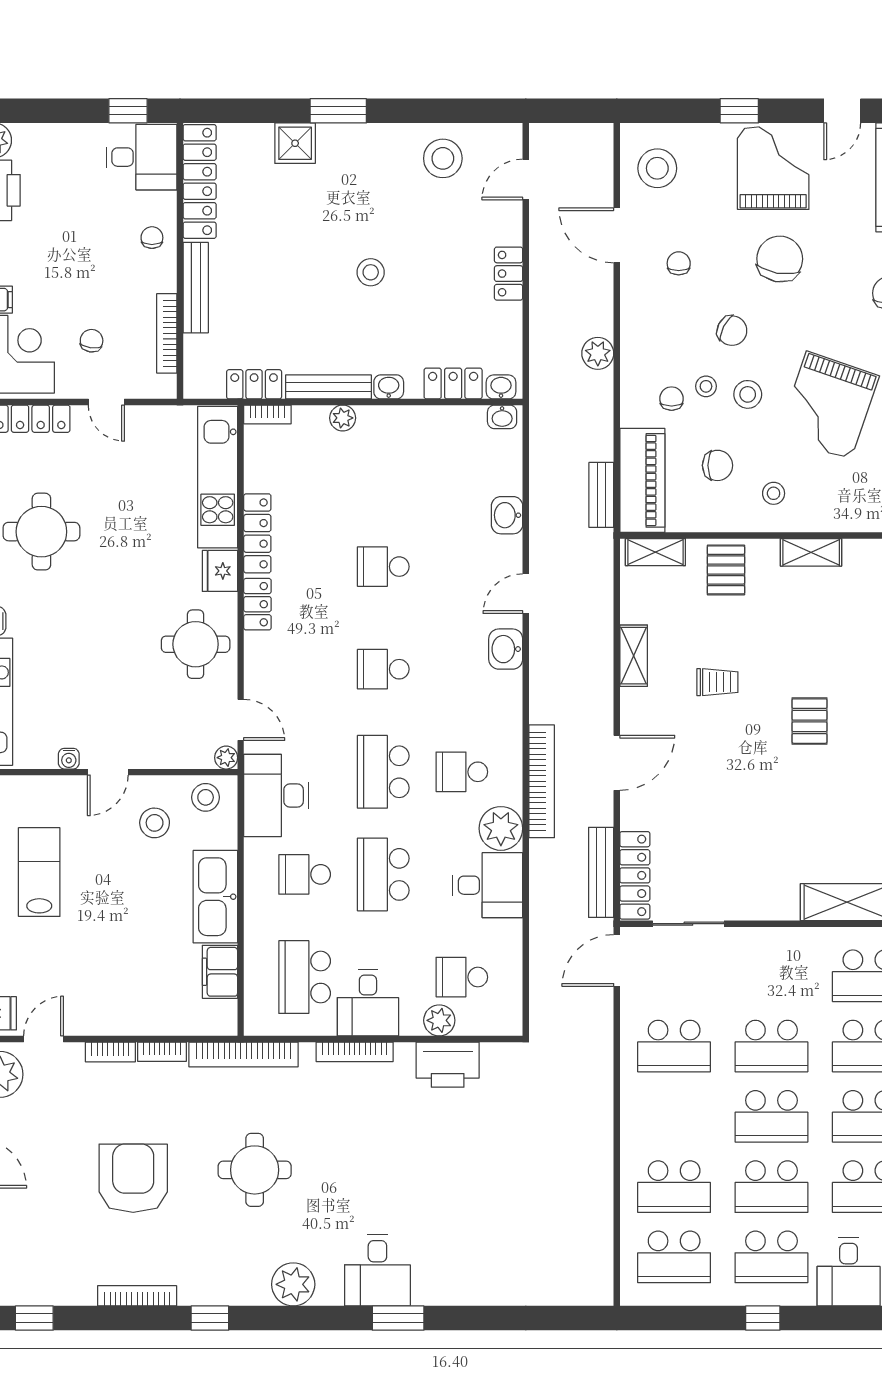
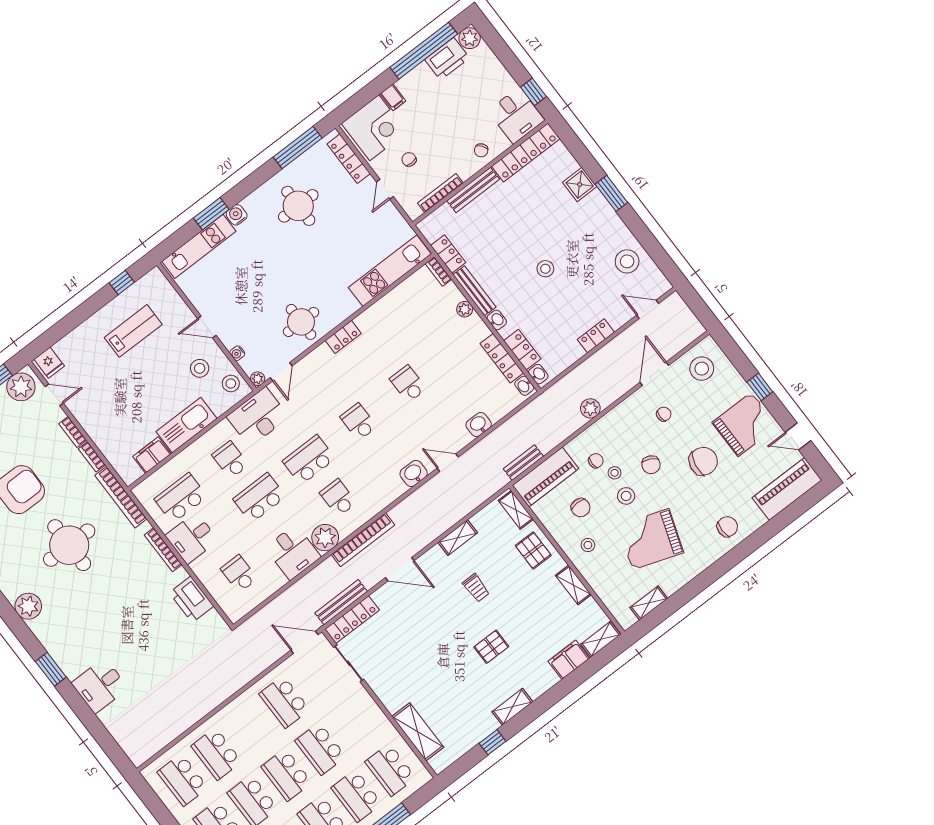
chair: (152, 238) -> (481, 150), turned 143
chair: (92, 341) -> (409, 159), turned -98
locker: (257, 533) -> (502, 358), moved, turned 90
pallet: (726, 570) -> (533, 550), turned 90
fridge: (220, 571) -> (345, 307), removed
water cooler: (69, 759) -> (237, 353), moved
plant: (439, 1020) -> (210, 579), removed
round table: (255, 1170) -> (69, 545), width x1.36, depth x1.36
desk: (377, 1270) -> (100, 686), moved

